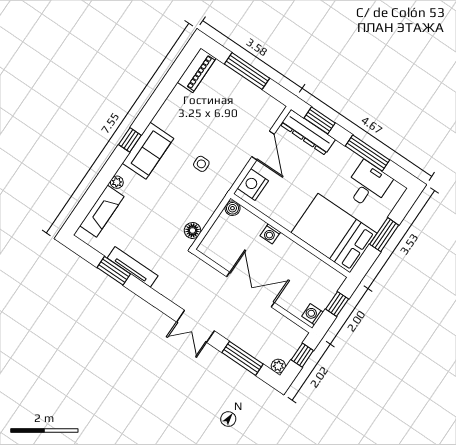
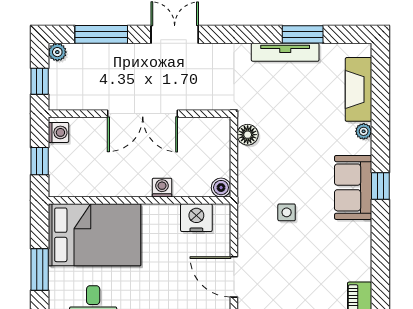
nightstand: (253, 184) -> (196, 218), moved, turned -90

